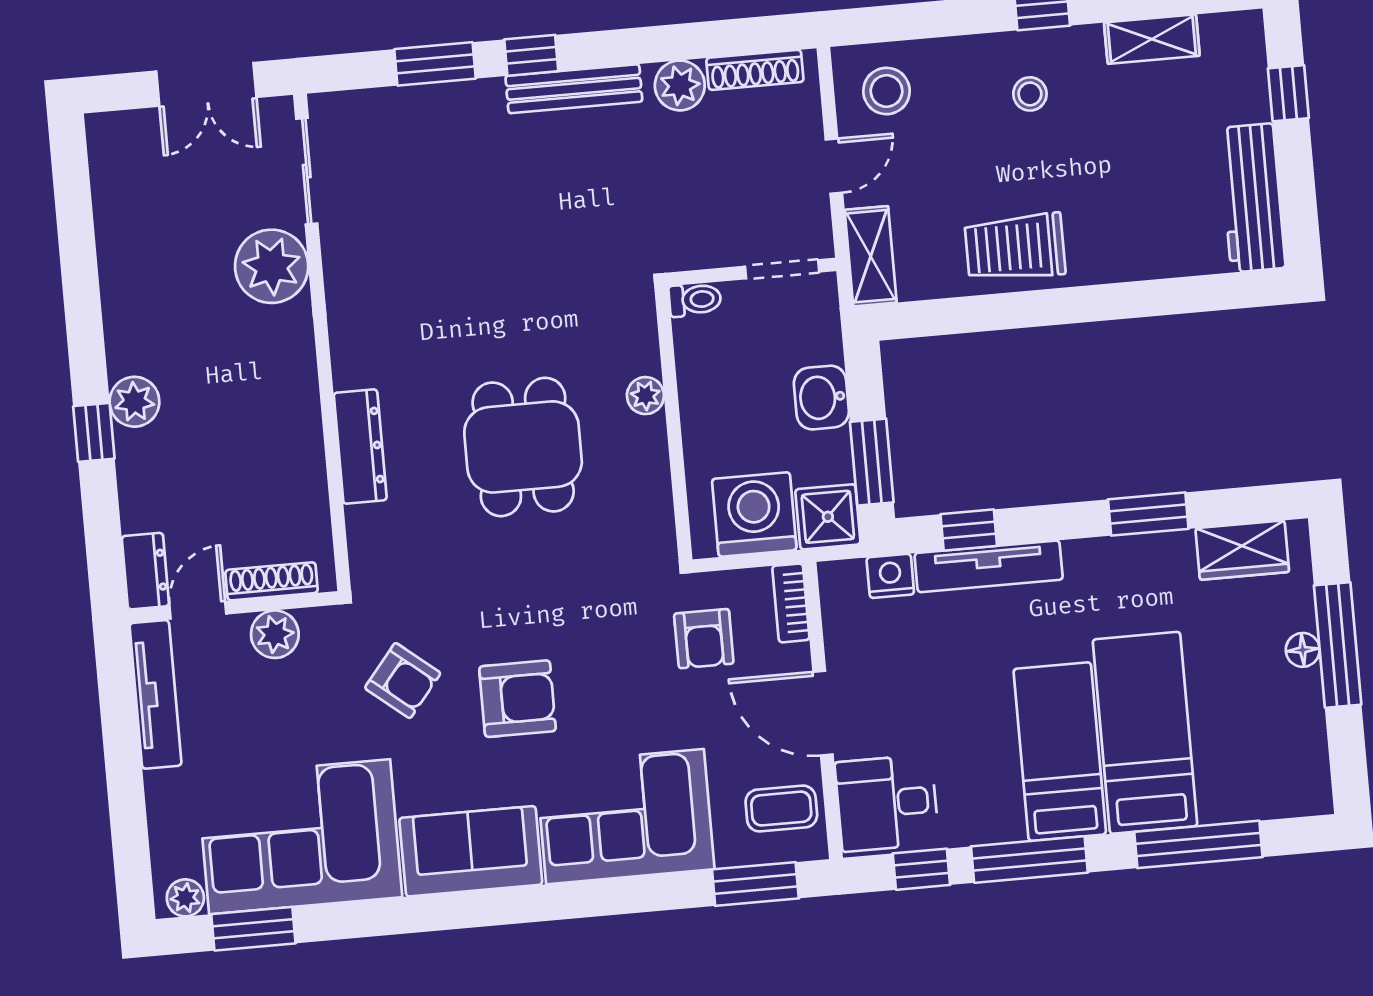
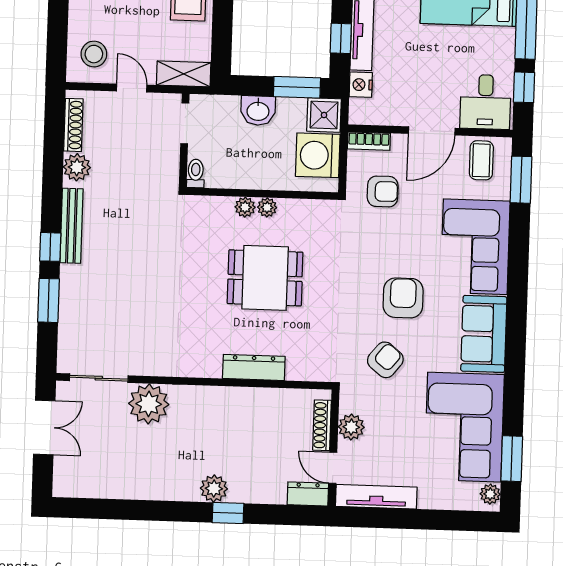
plant: (650, 435) -> (267, 207), added

